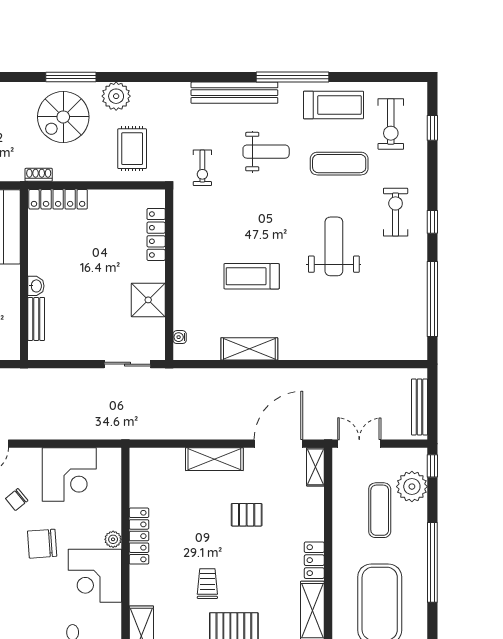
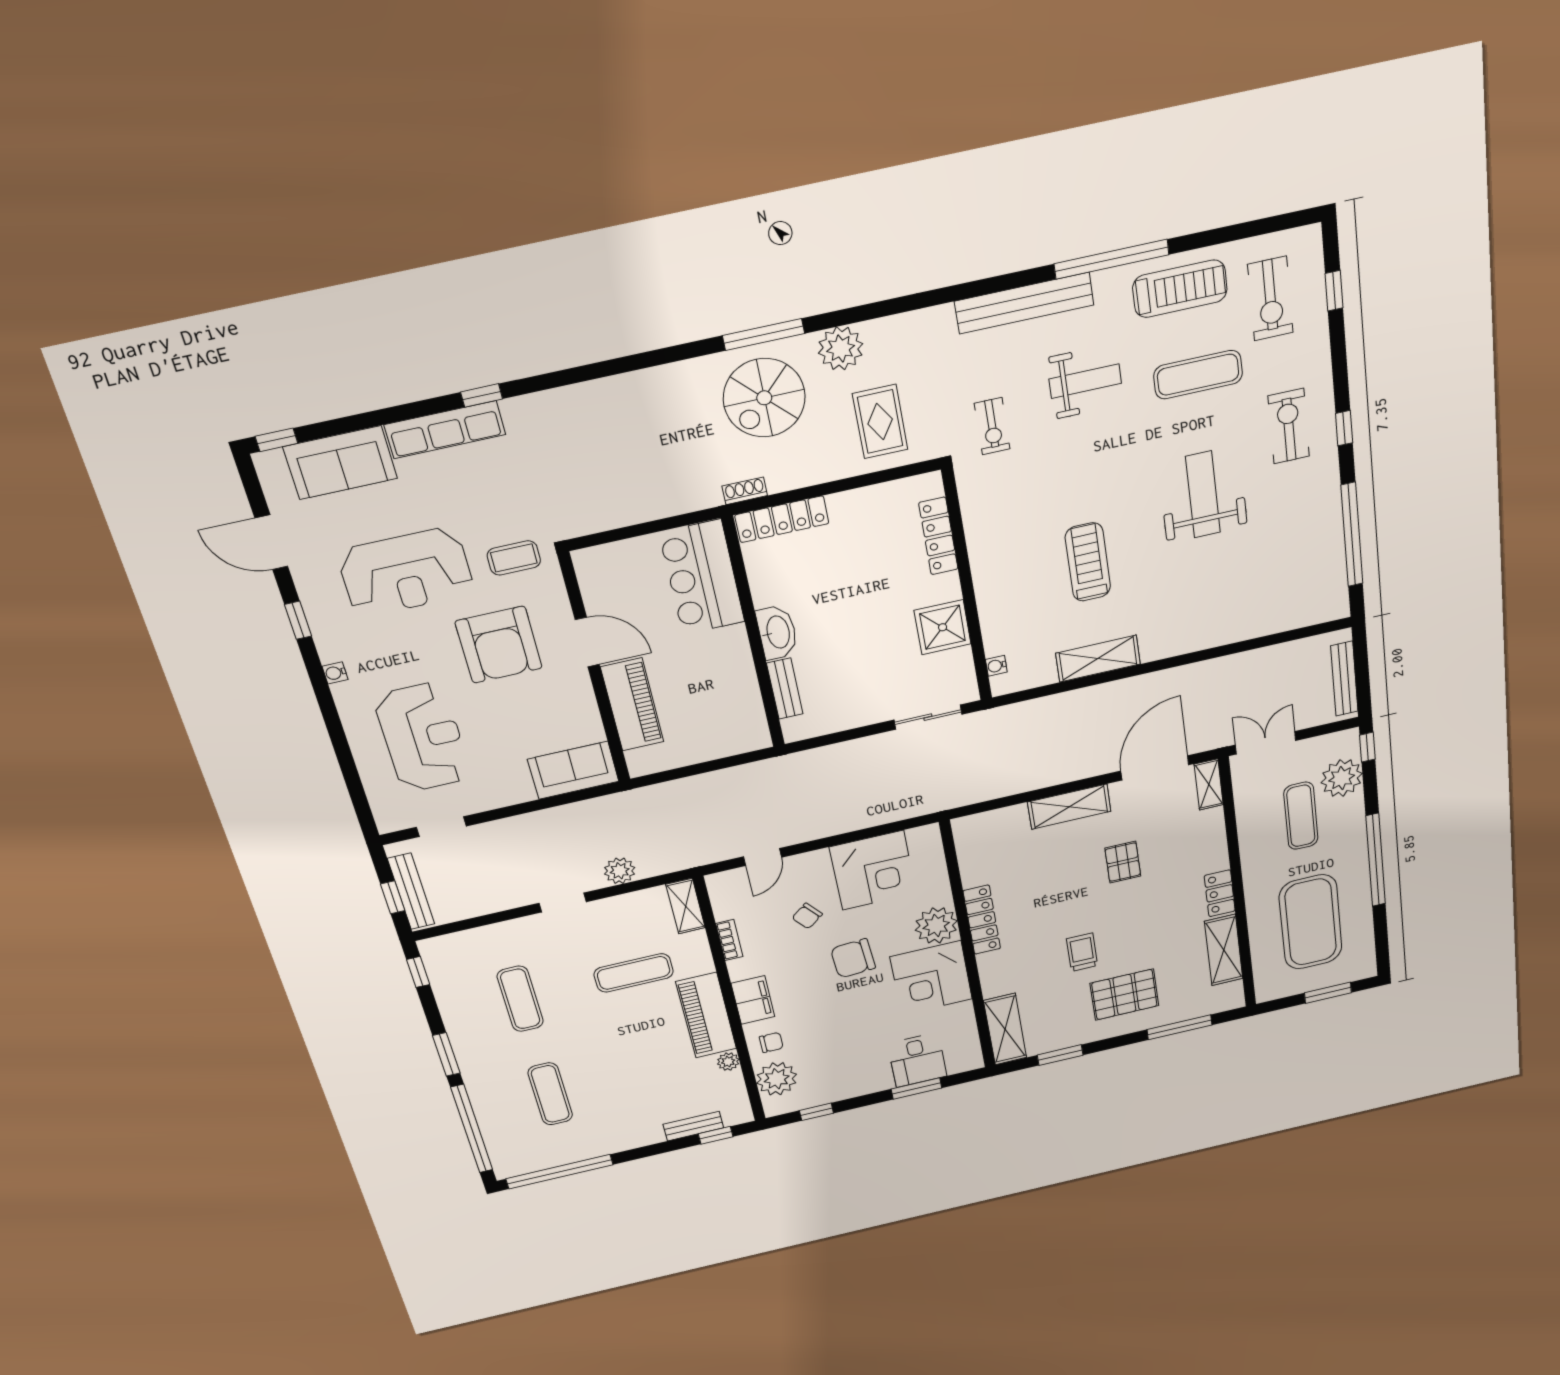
treadmill: (252, 276) -> (1088, 562), turned 90
washbasin: (36, 286) -> (777, 632), width x1.91, depth x1.45
pallet: (247, 515) -> (1123, 862), turned 90
plant: (113, 539) -> (936, 925), width x1.88, depth x1.88

